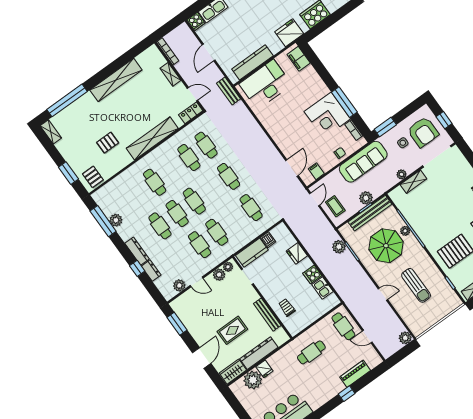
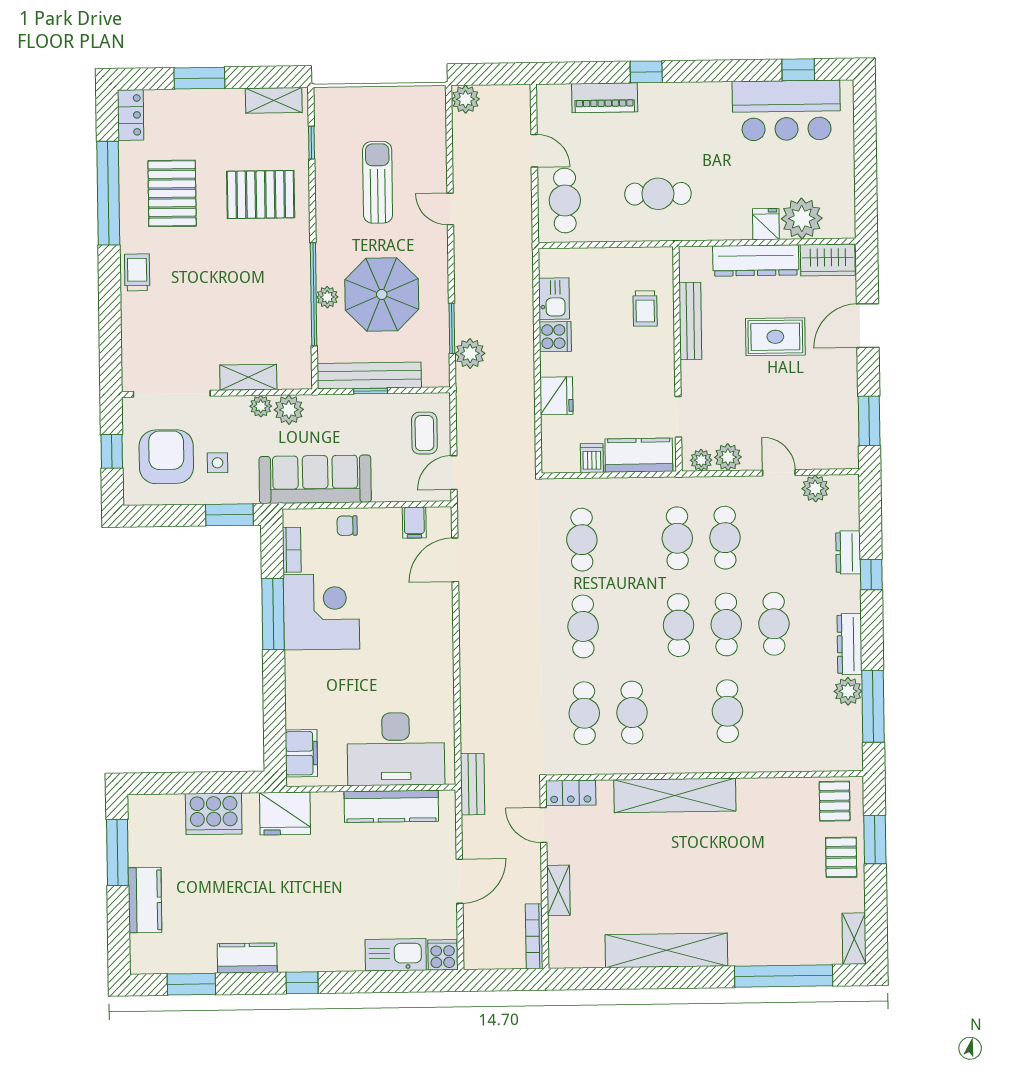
pallet: (108, 143) -> (841, 857), moved, turned 90
plant: (366, 198) -> (289, 410), moved
dresser: (137, 251) -> (850, 644), moved

